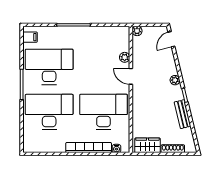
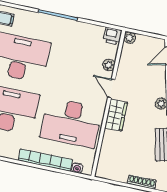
printer: (123, 32) -> (113, 36), added
desk: (103, 112) -> (71, 123), turned 180
wardrobe: (148, 145) -> (116, 115), moved, turned 90

